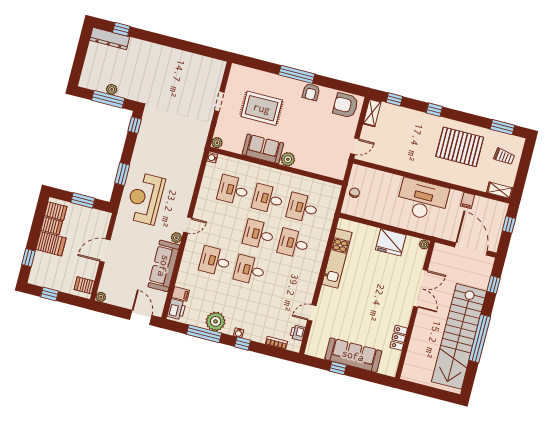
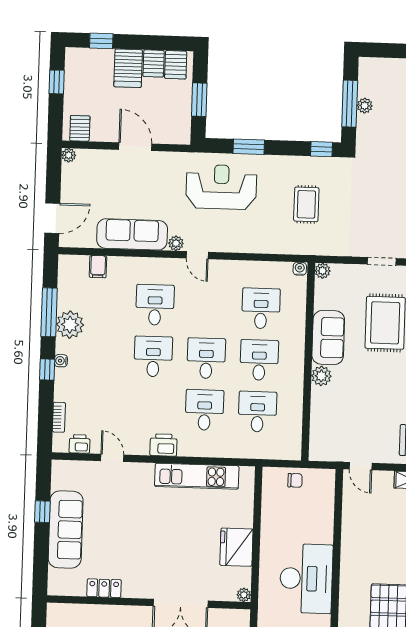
rug: (170, 144) -> (306, 204), added
printer: (177, 309) -> (164, 445), moved, turned 180

